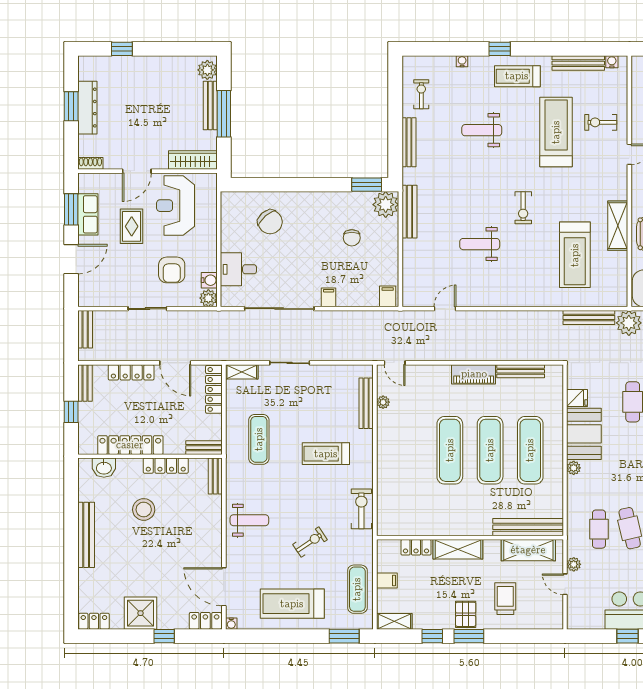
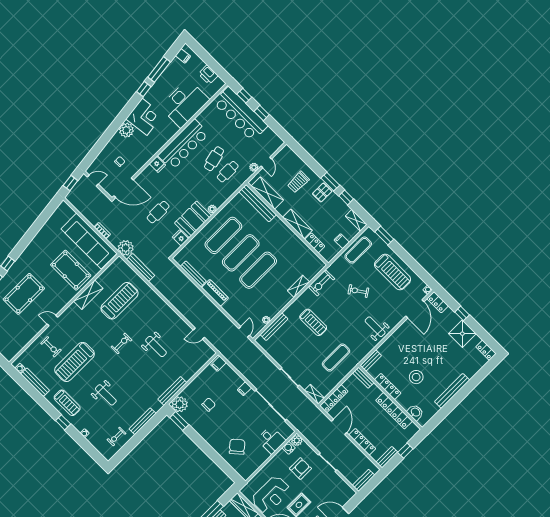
shelving: (385, 478) -> (298, 286), added

